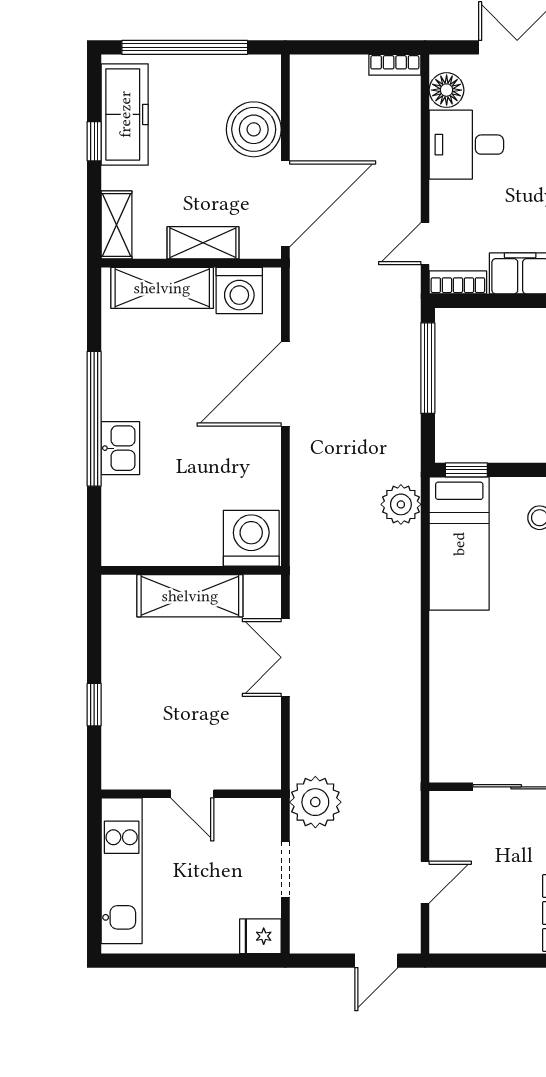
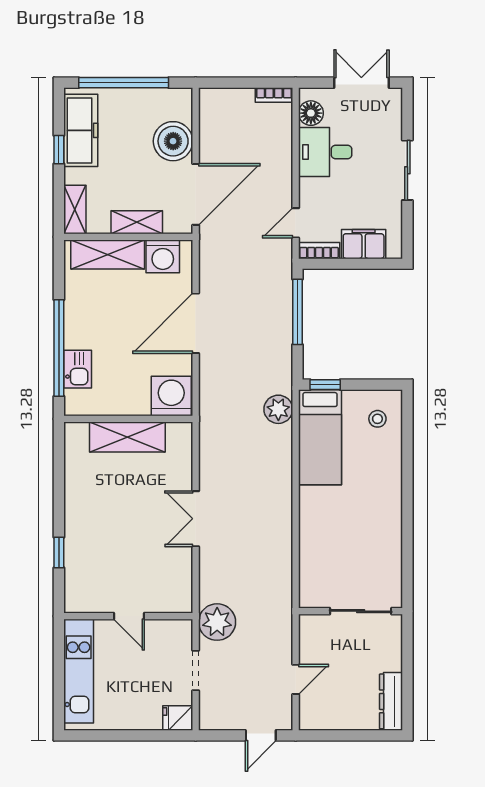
washing machine: (251, 538) -> (171, 396), moved
wall: (191, 570) -> (128, 419), moved
shelving: (190, 596) -> (127, 437), moved

